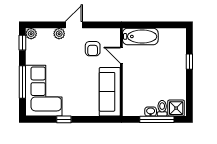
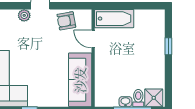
armchair: (93, 49) -> (66, 21), moved, turned 80

